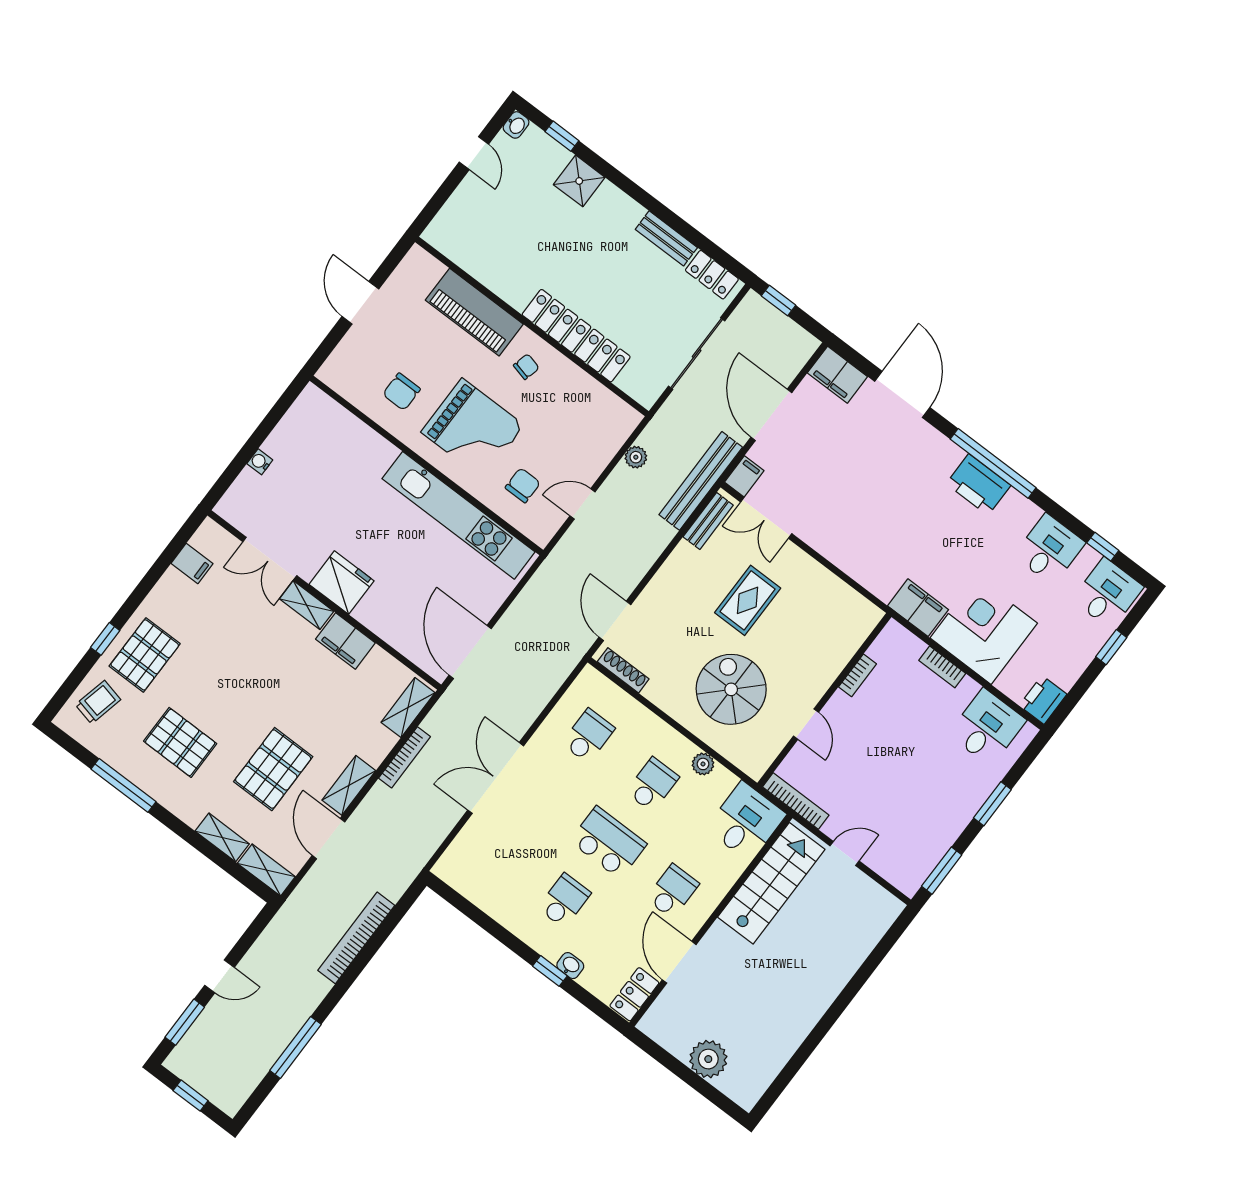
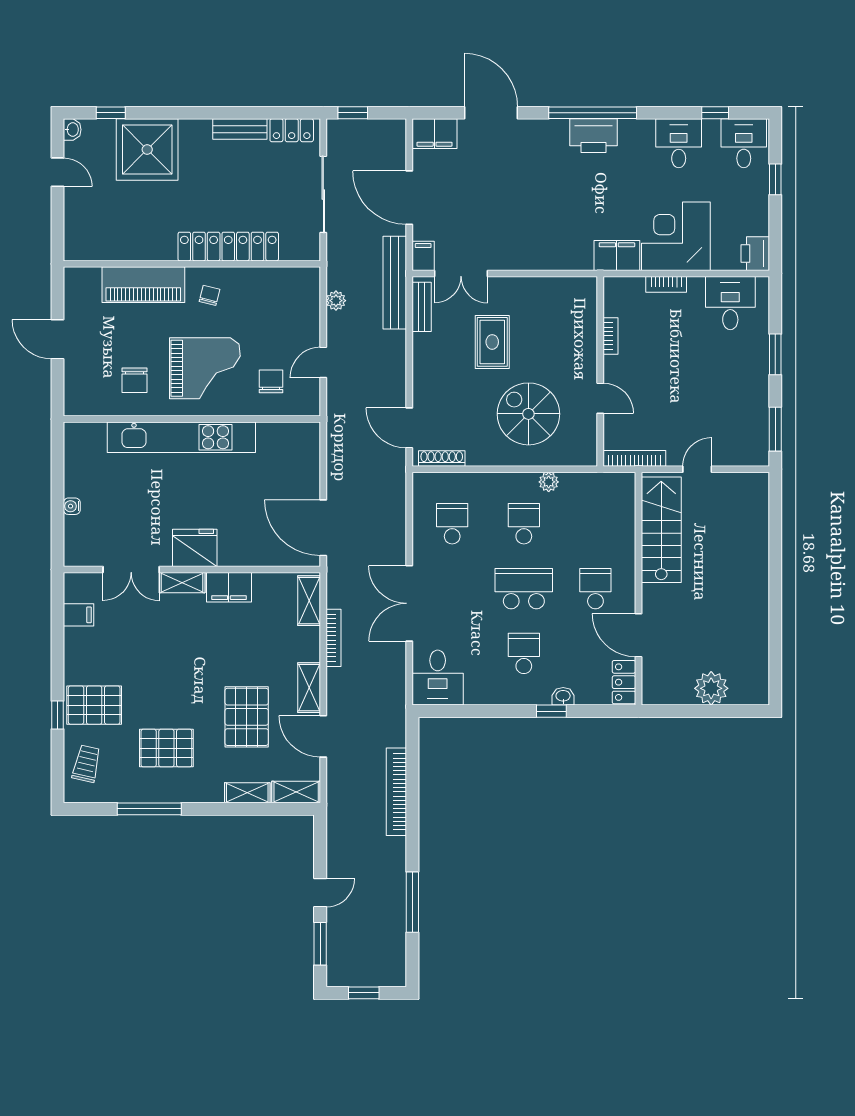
shower: (579, 181) -> (147, 150), width x1.86, depth x1.86
kitchen unit: (458, 515) -> (181, 437), moved
pallet: (145, 655) -> (94, 705), turned 90
desk: (746, 821) -> (438, 678), moved, turned 180

